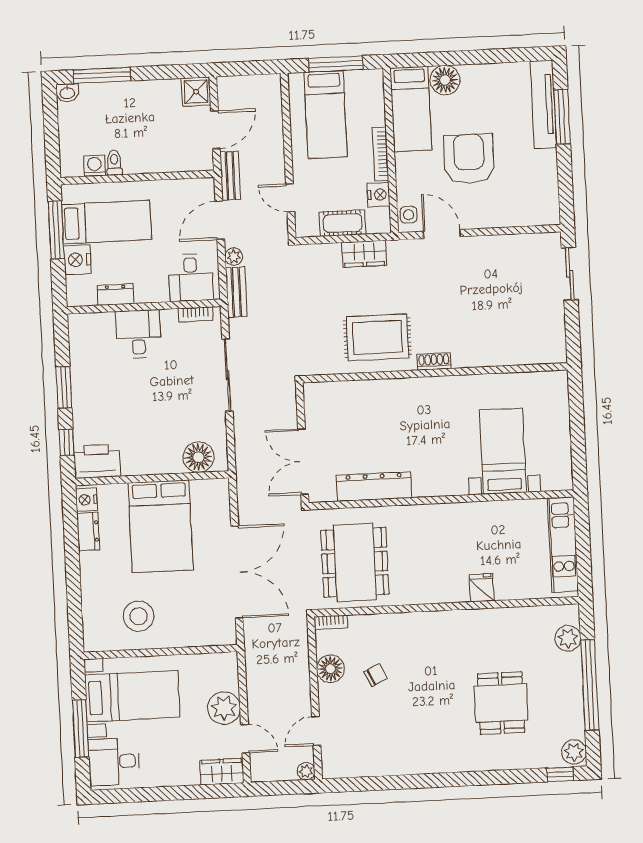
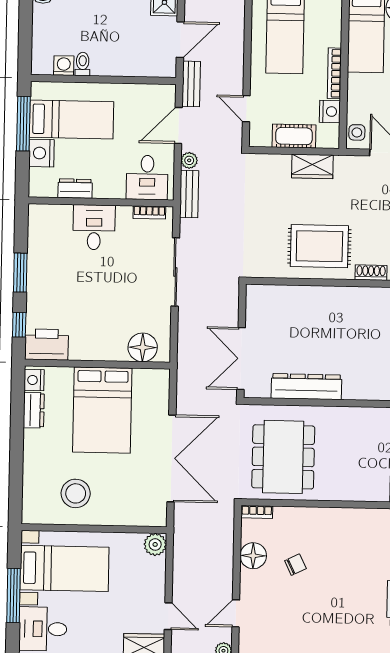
plant: (224, 708) -> (155, 544), moved, width x0.73, depth x0.73

